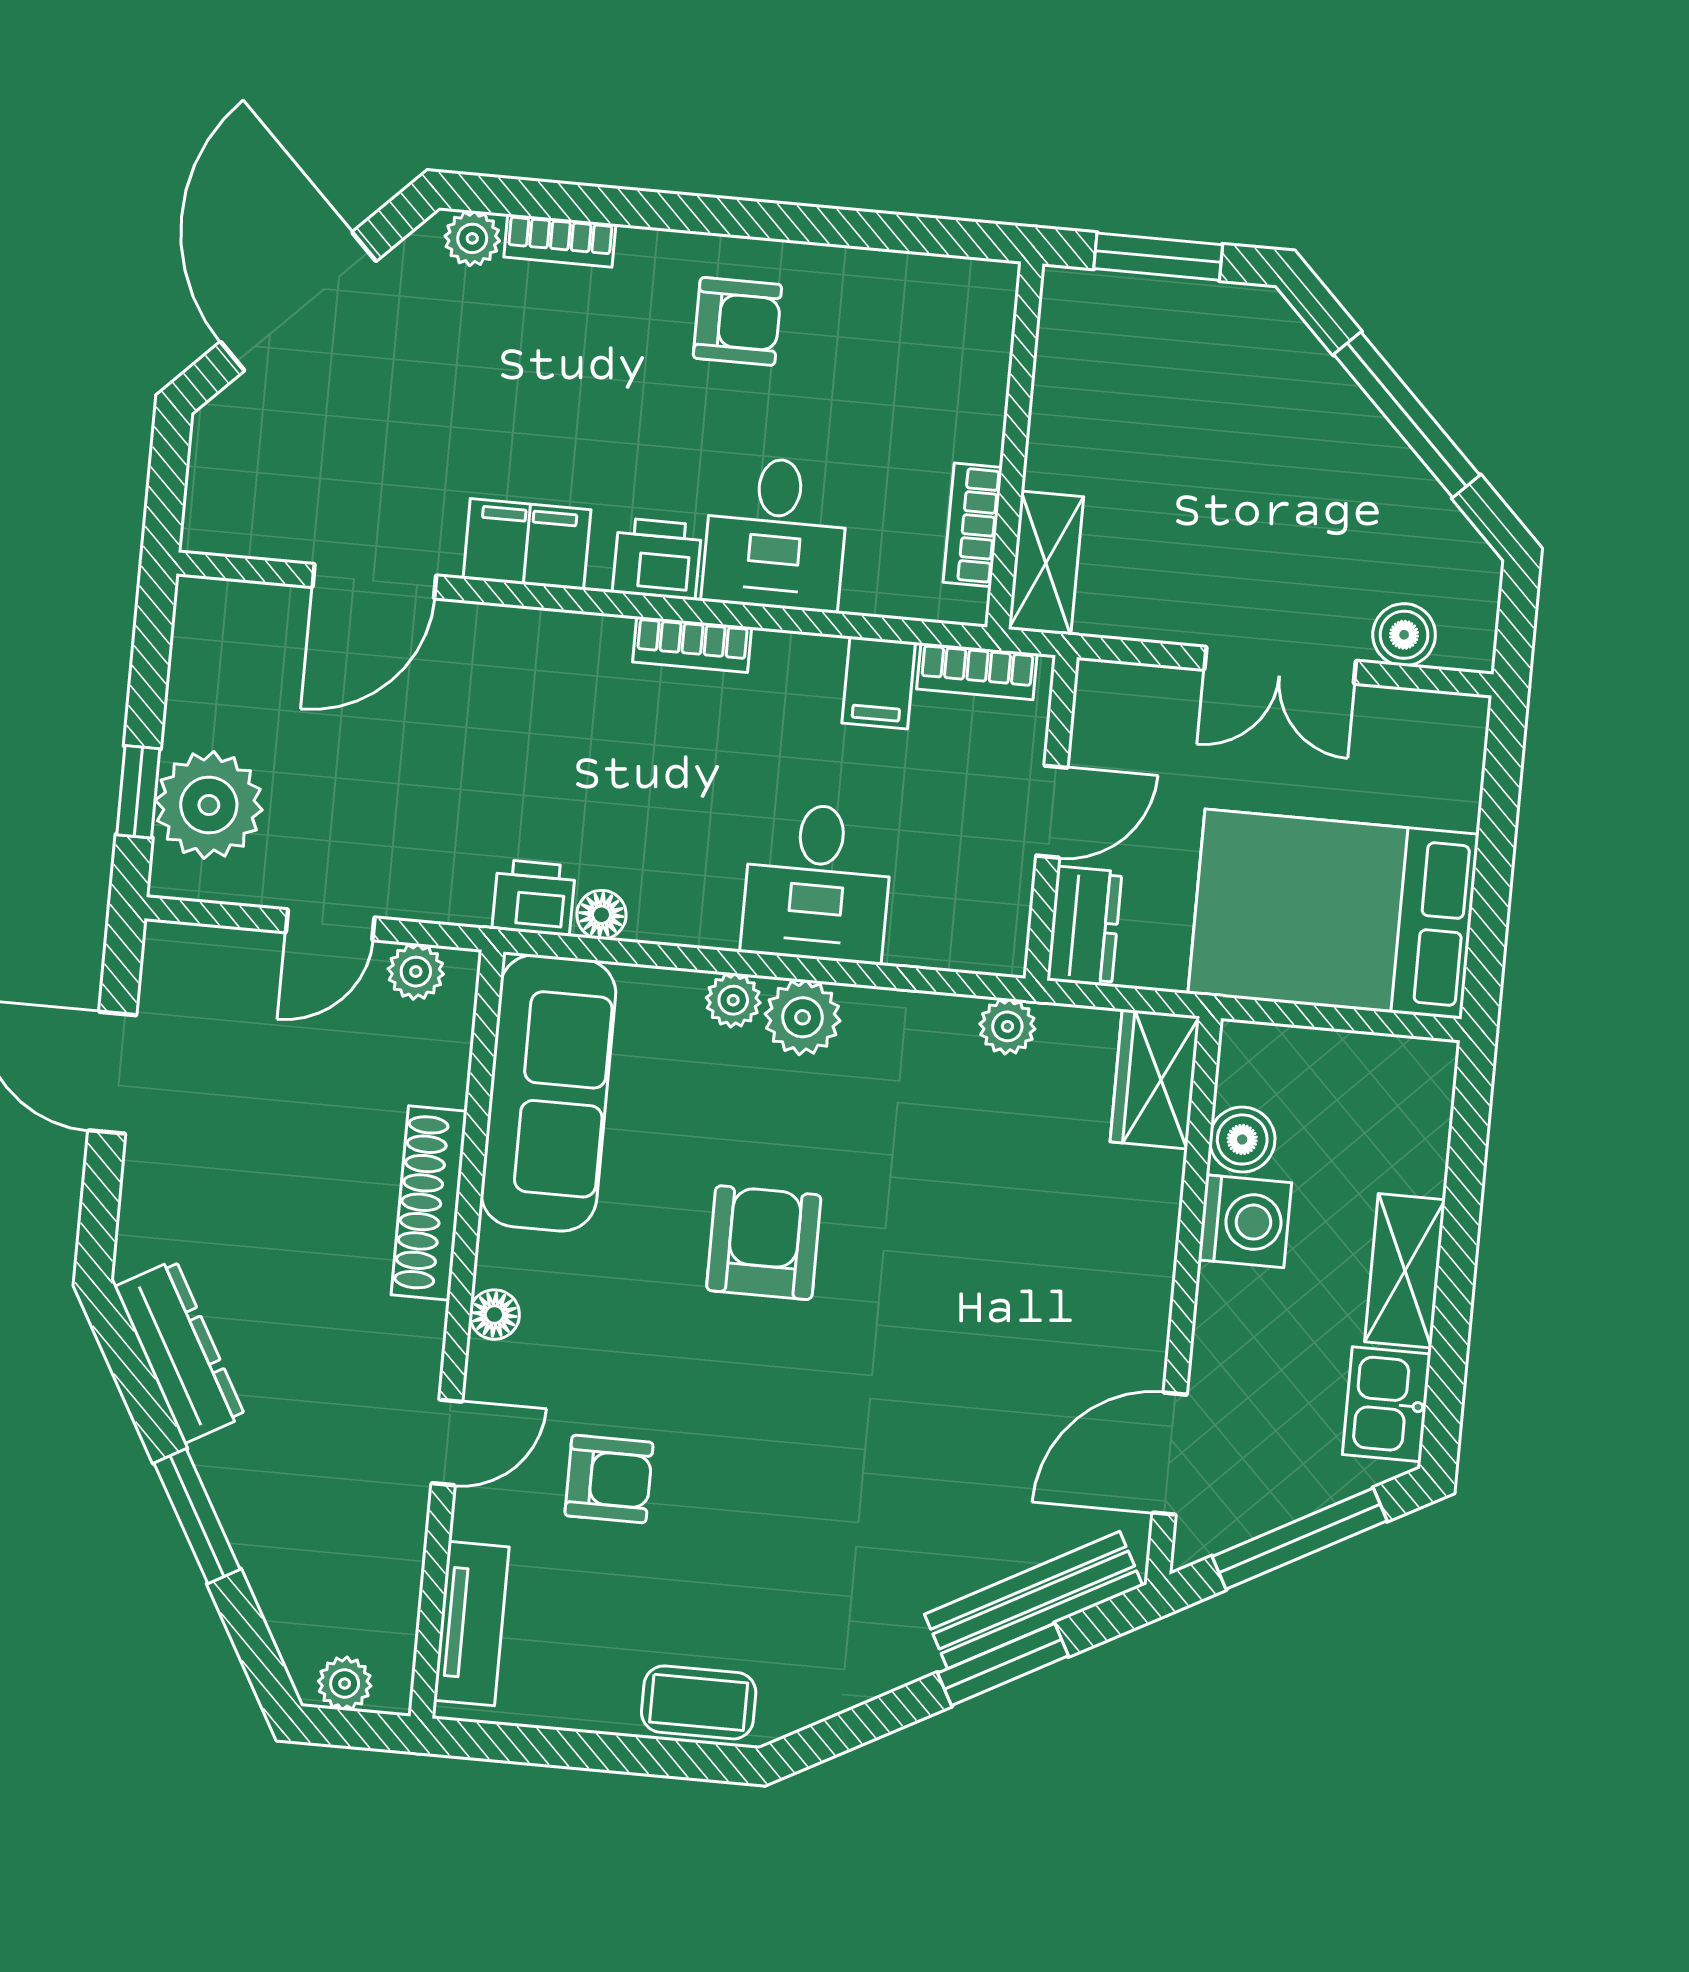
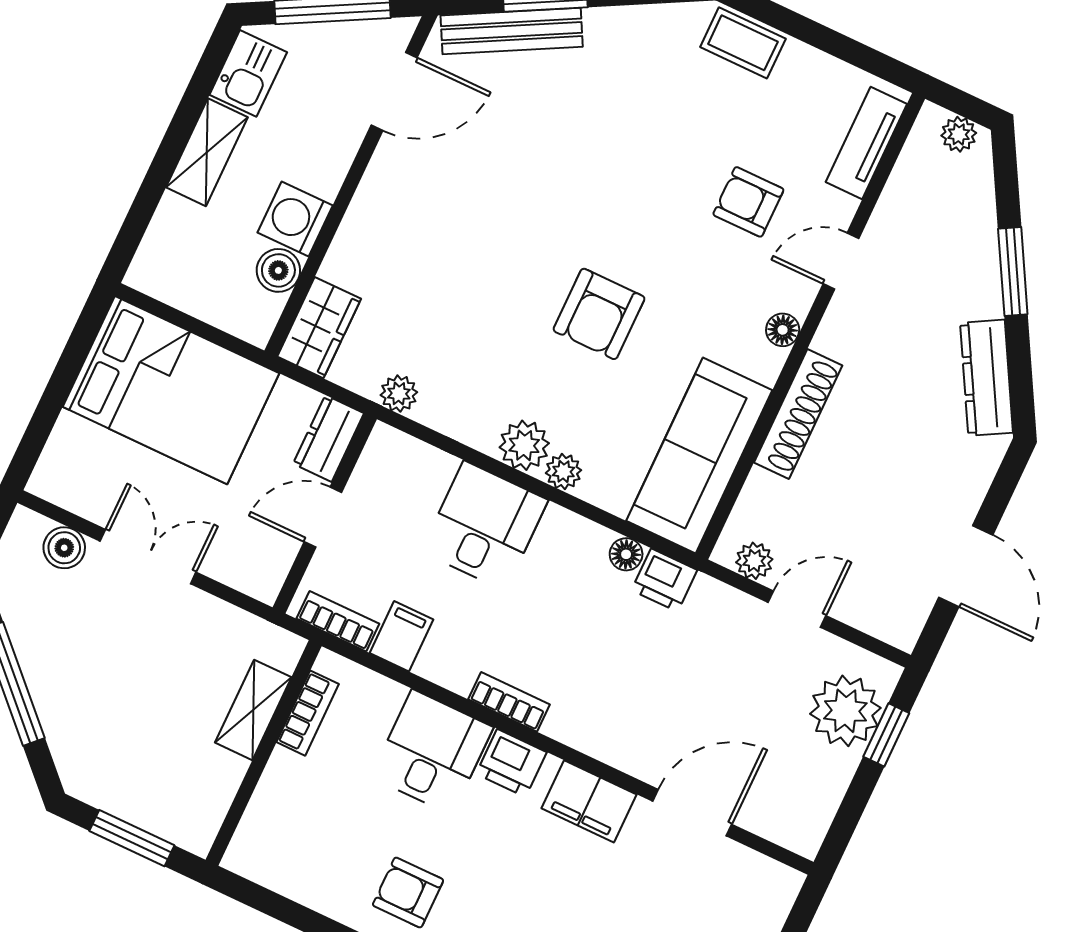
shelving: (1046, 563) -> (253, 710), moved

